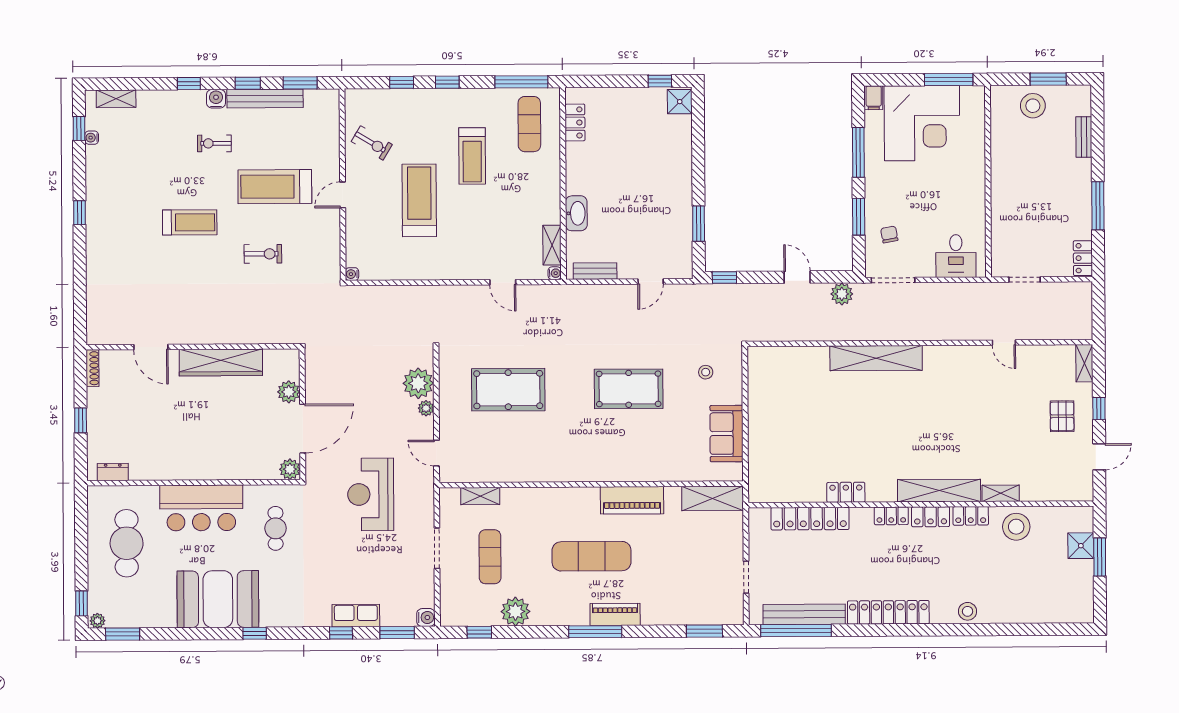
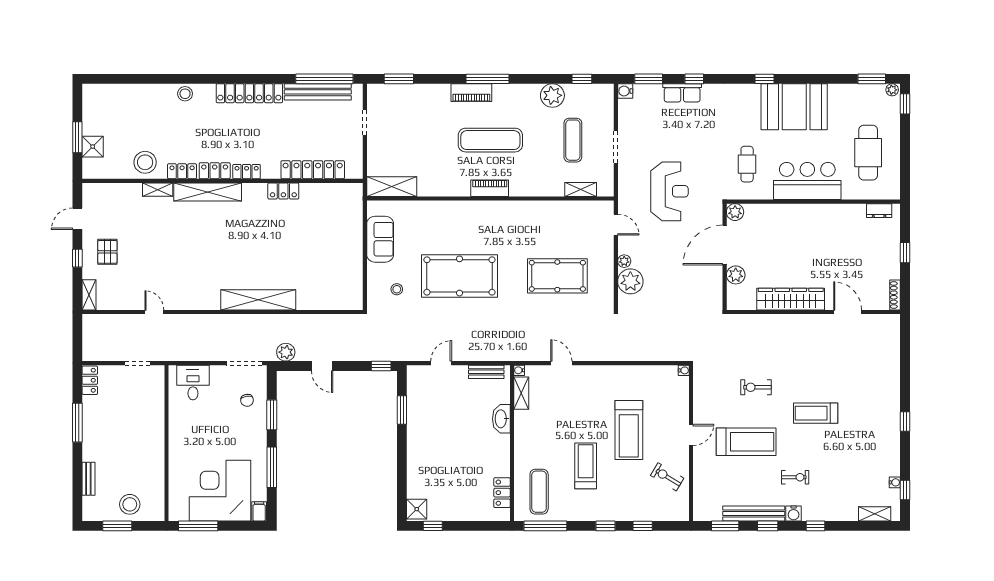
pool table: (629, 389) -> (459, 276), width x1.36, depth x1.32
piano: (632, 500) -> (490, 188), moved, width x0.73, depth x0.75

